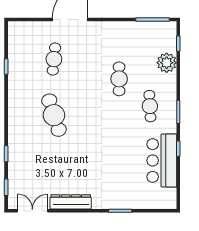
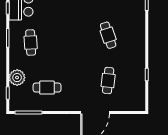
cafe table: (119, 79) -> (47, 88), moved, turned 90
cafe table: (54, 115) -> (108, 35), width x0.73, depth x0.74

